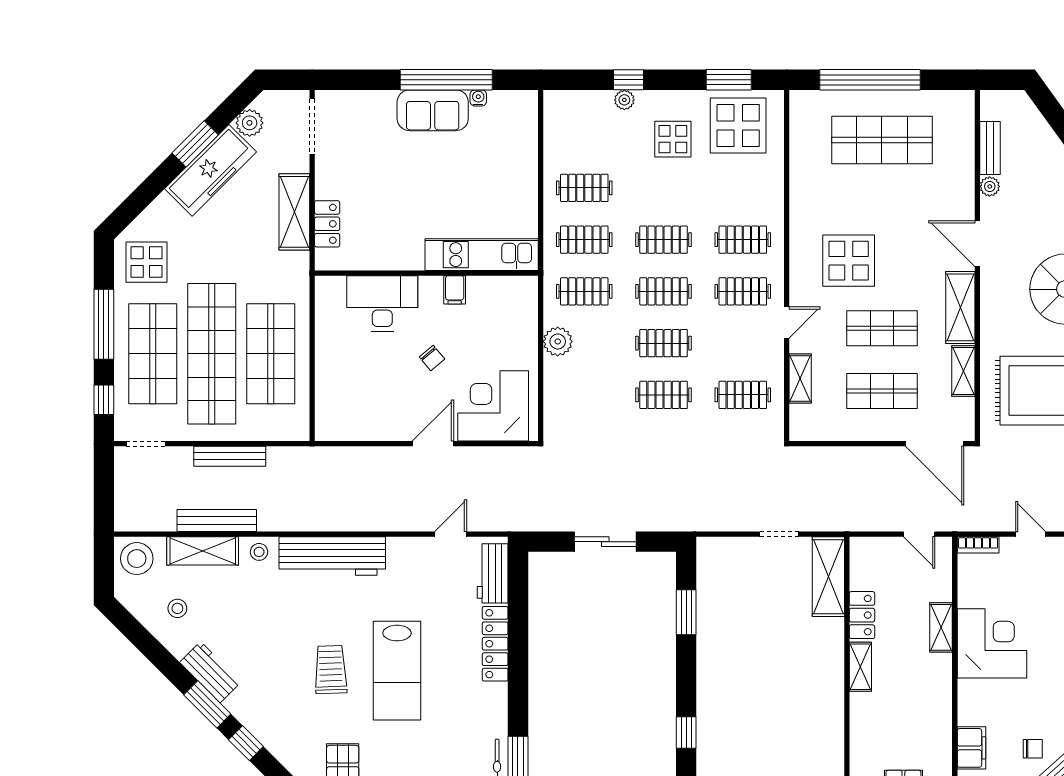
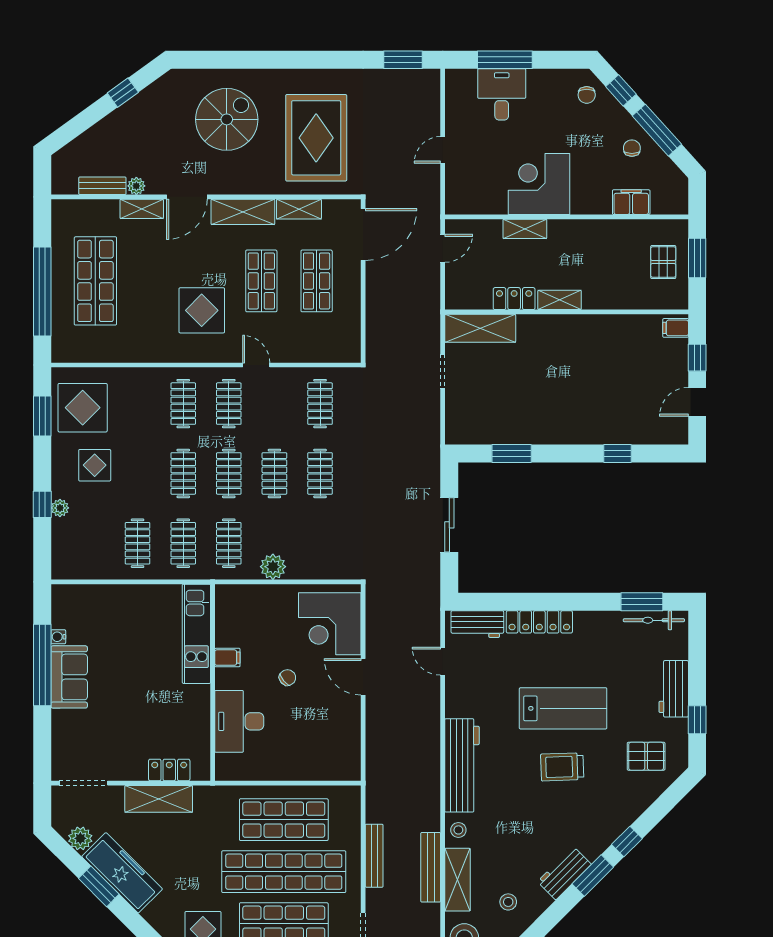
shelving: (800, 379) -> (142, 209), moved
bookcase: (978, 545) -> (452, 196), removed

